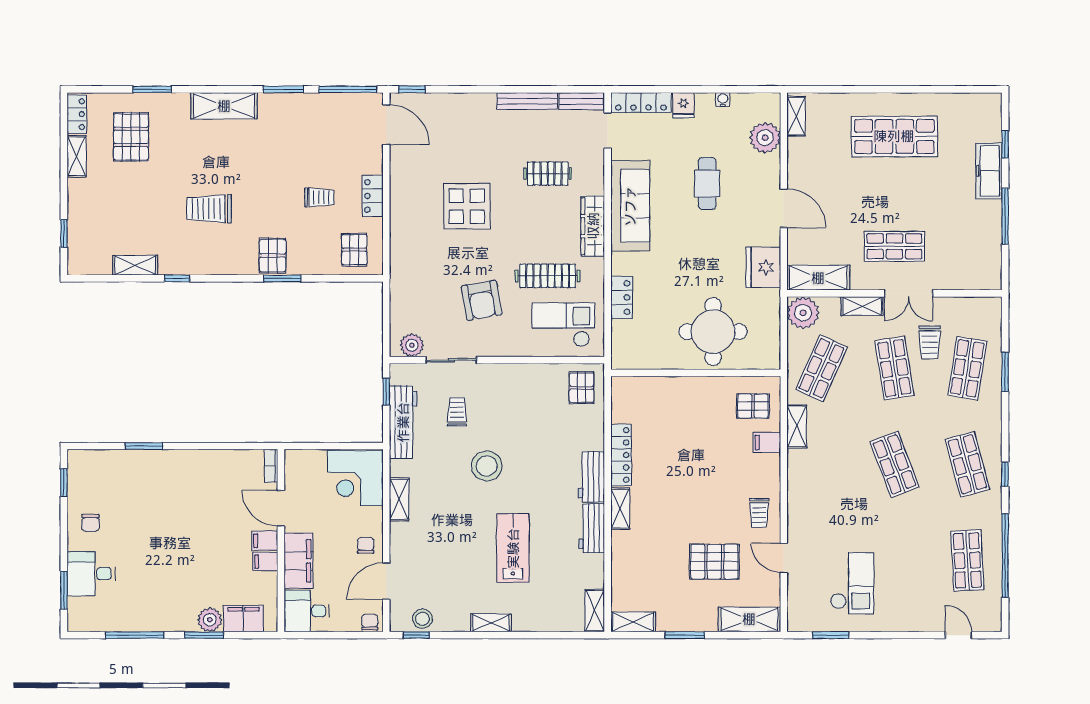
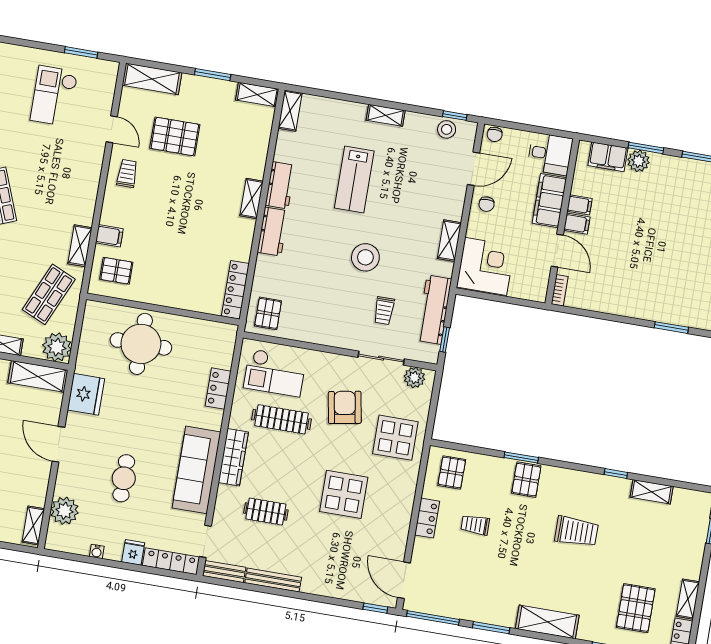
display table: (421, 277) -> (395, 438), added
locker: (621, 455) -> (235, 290), moved

